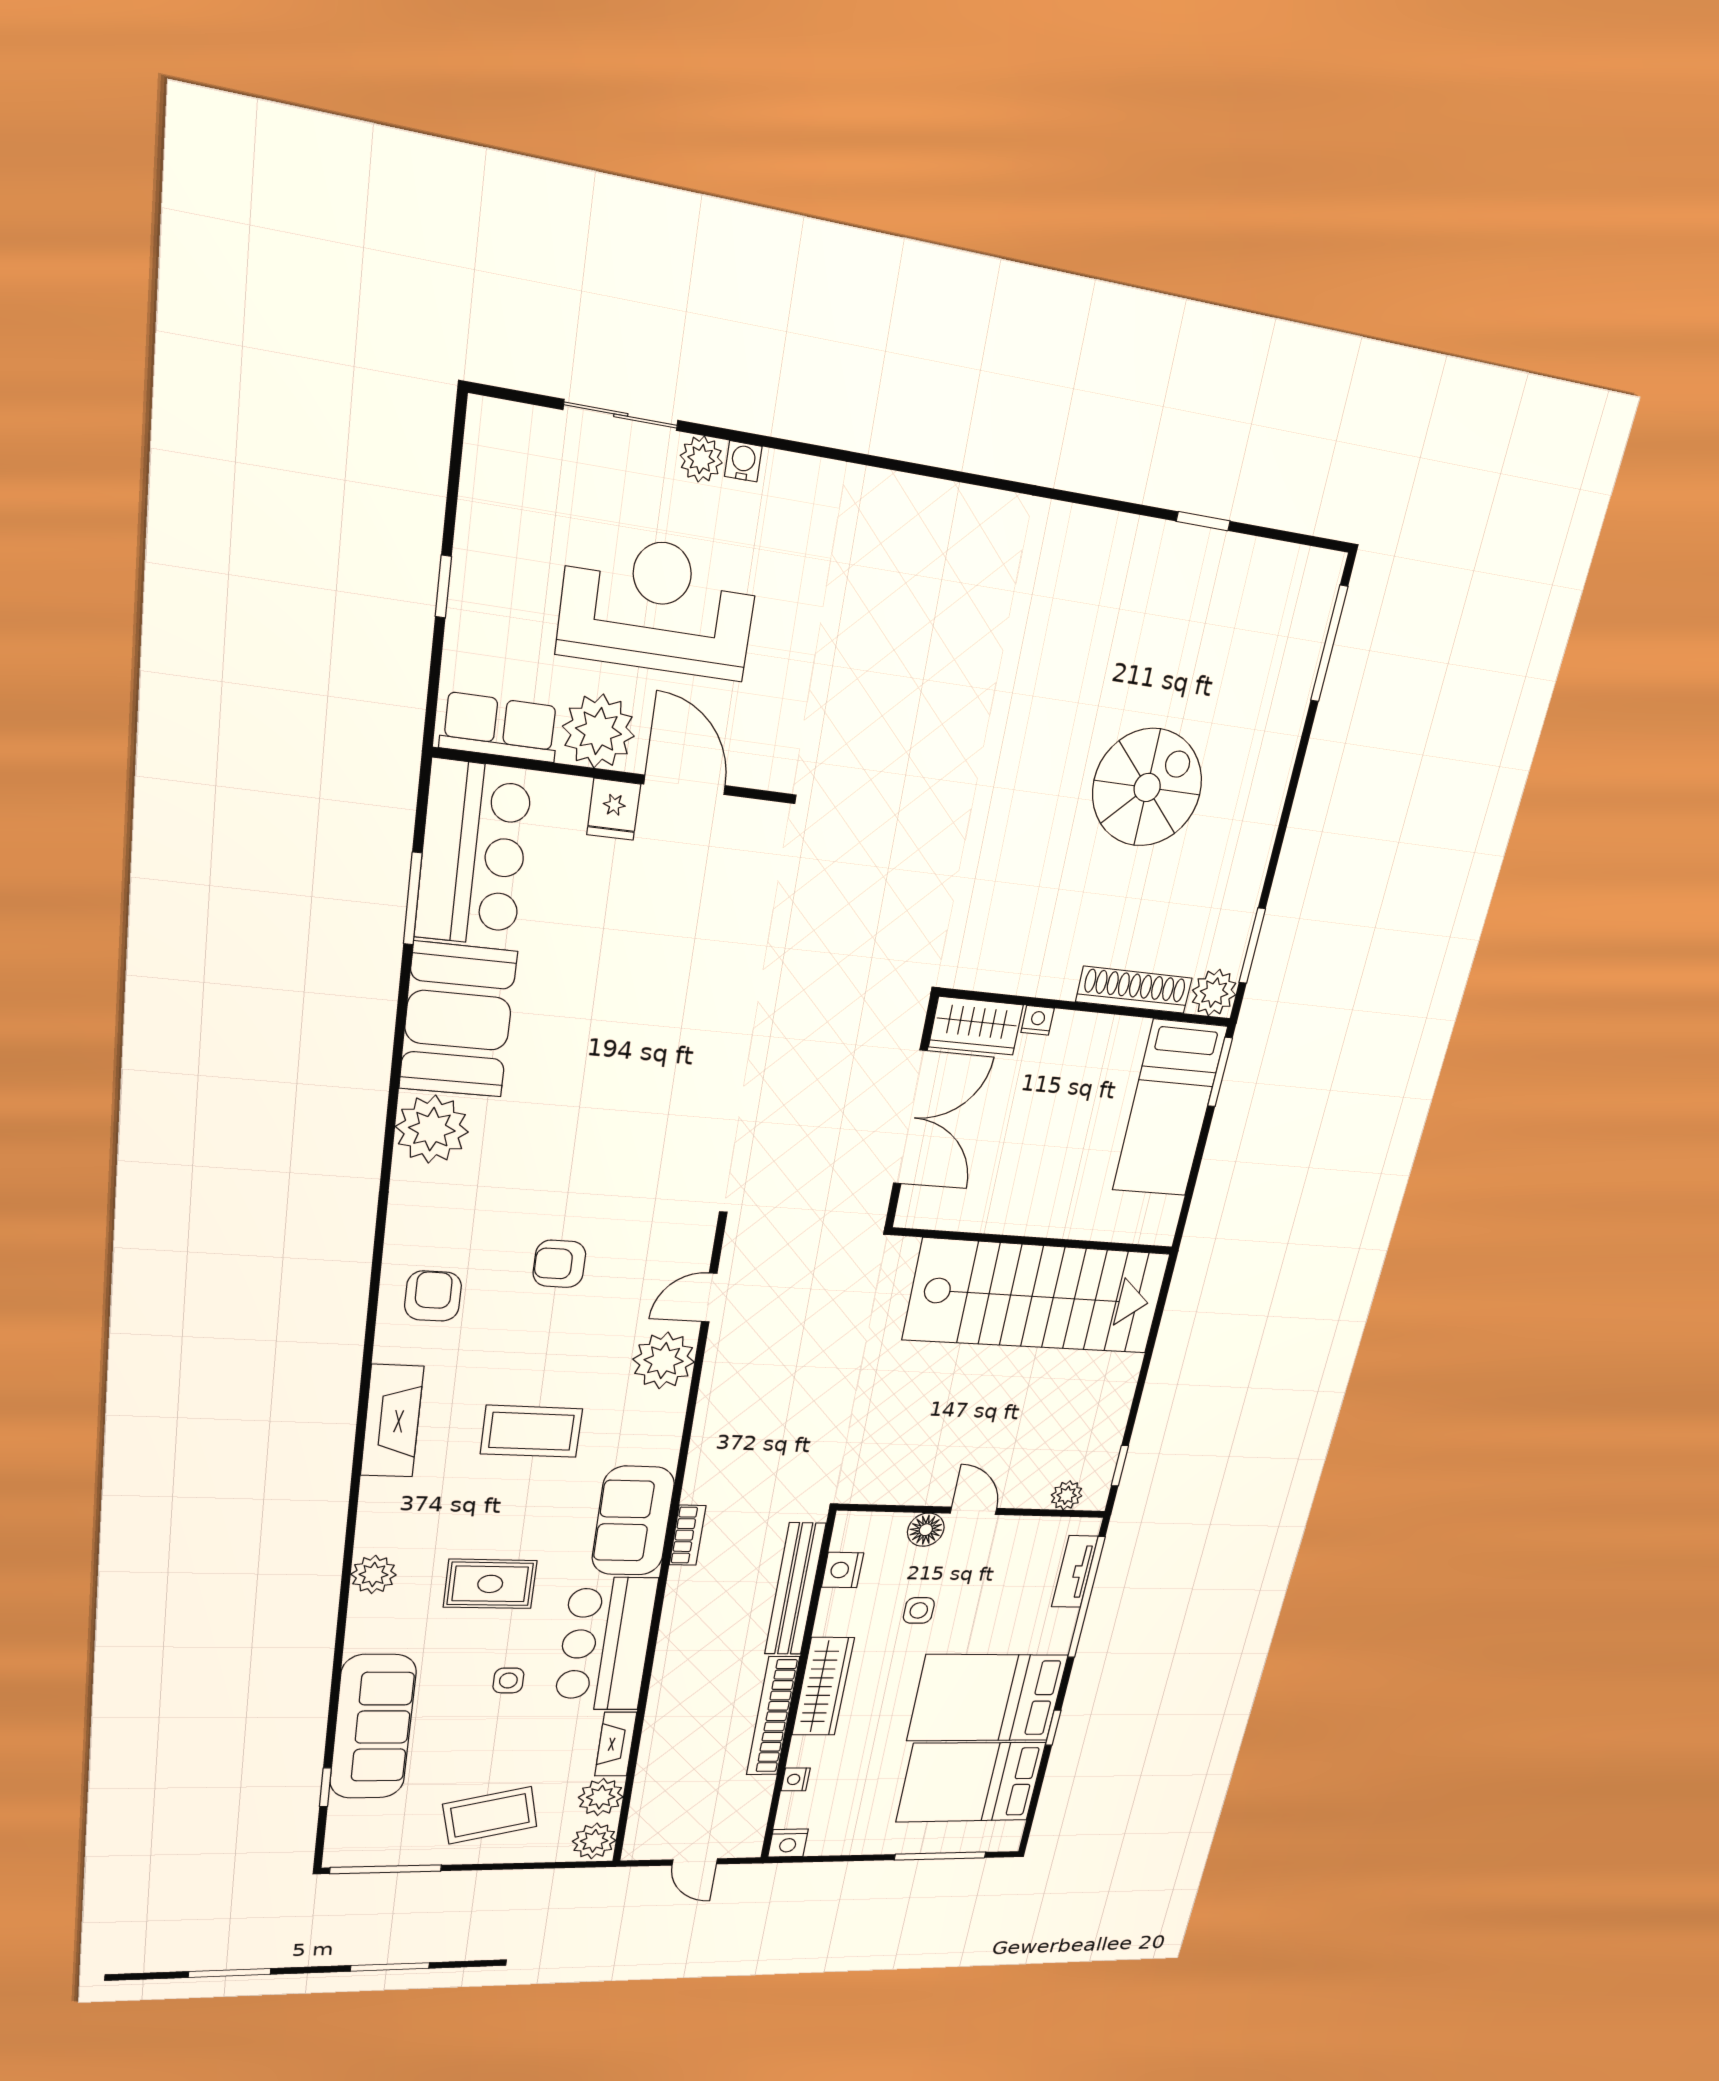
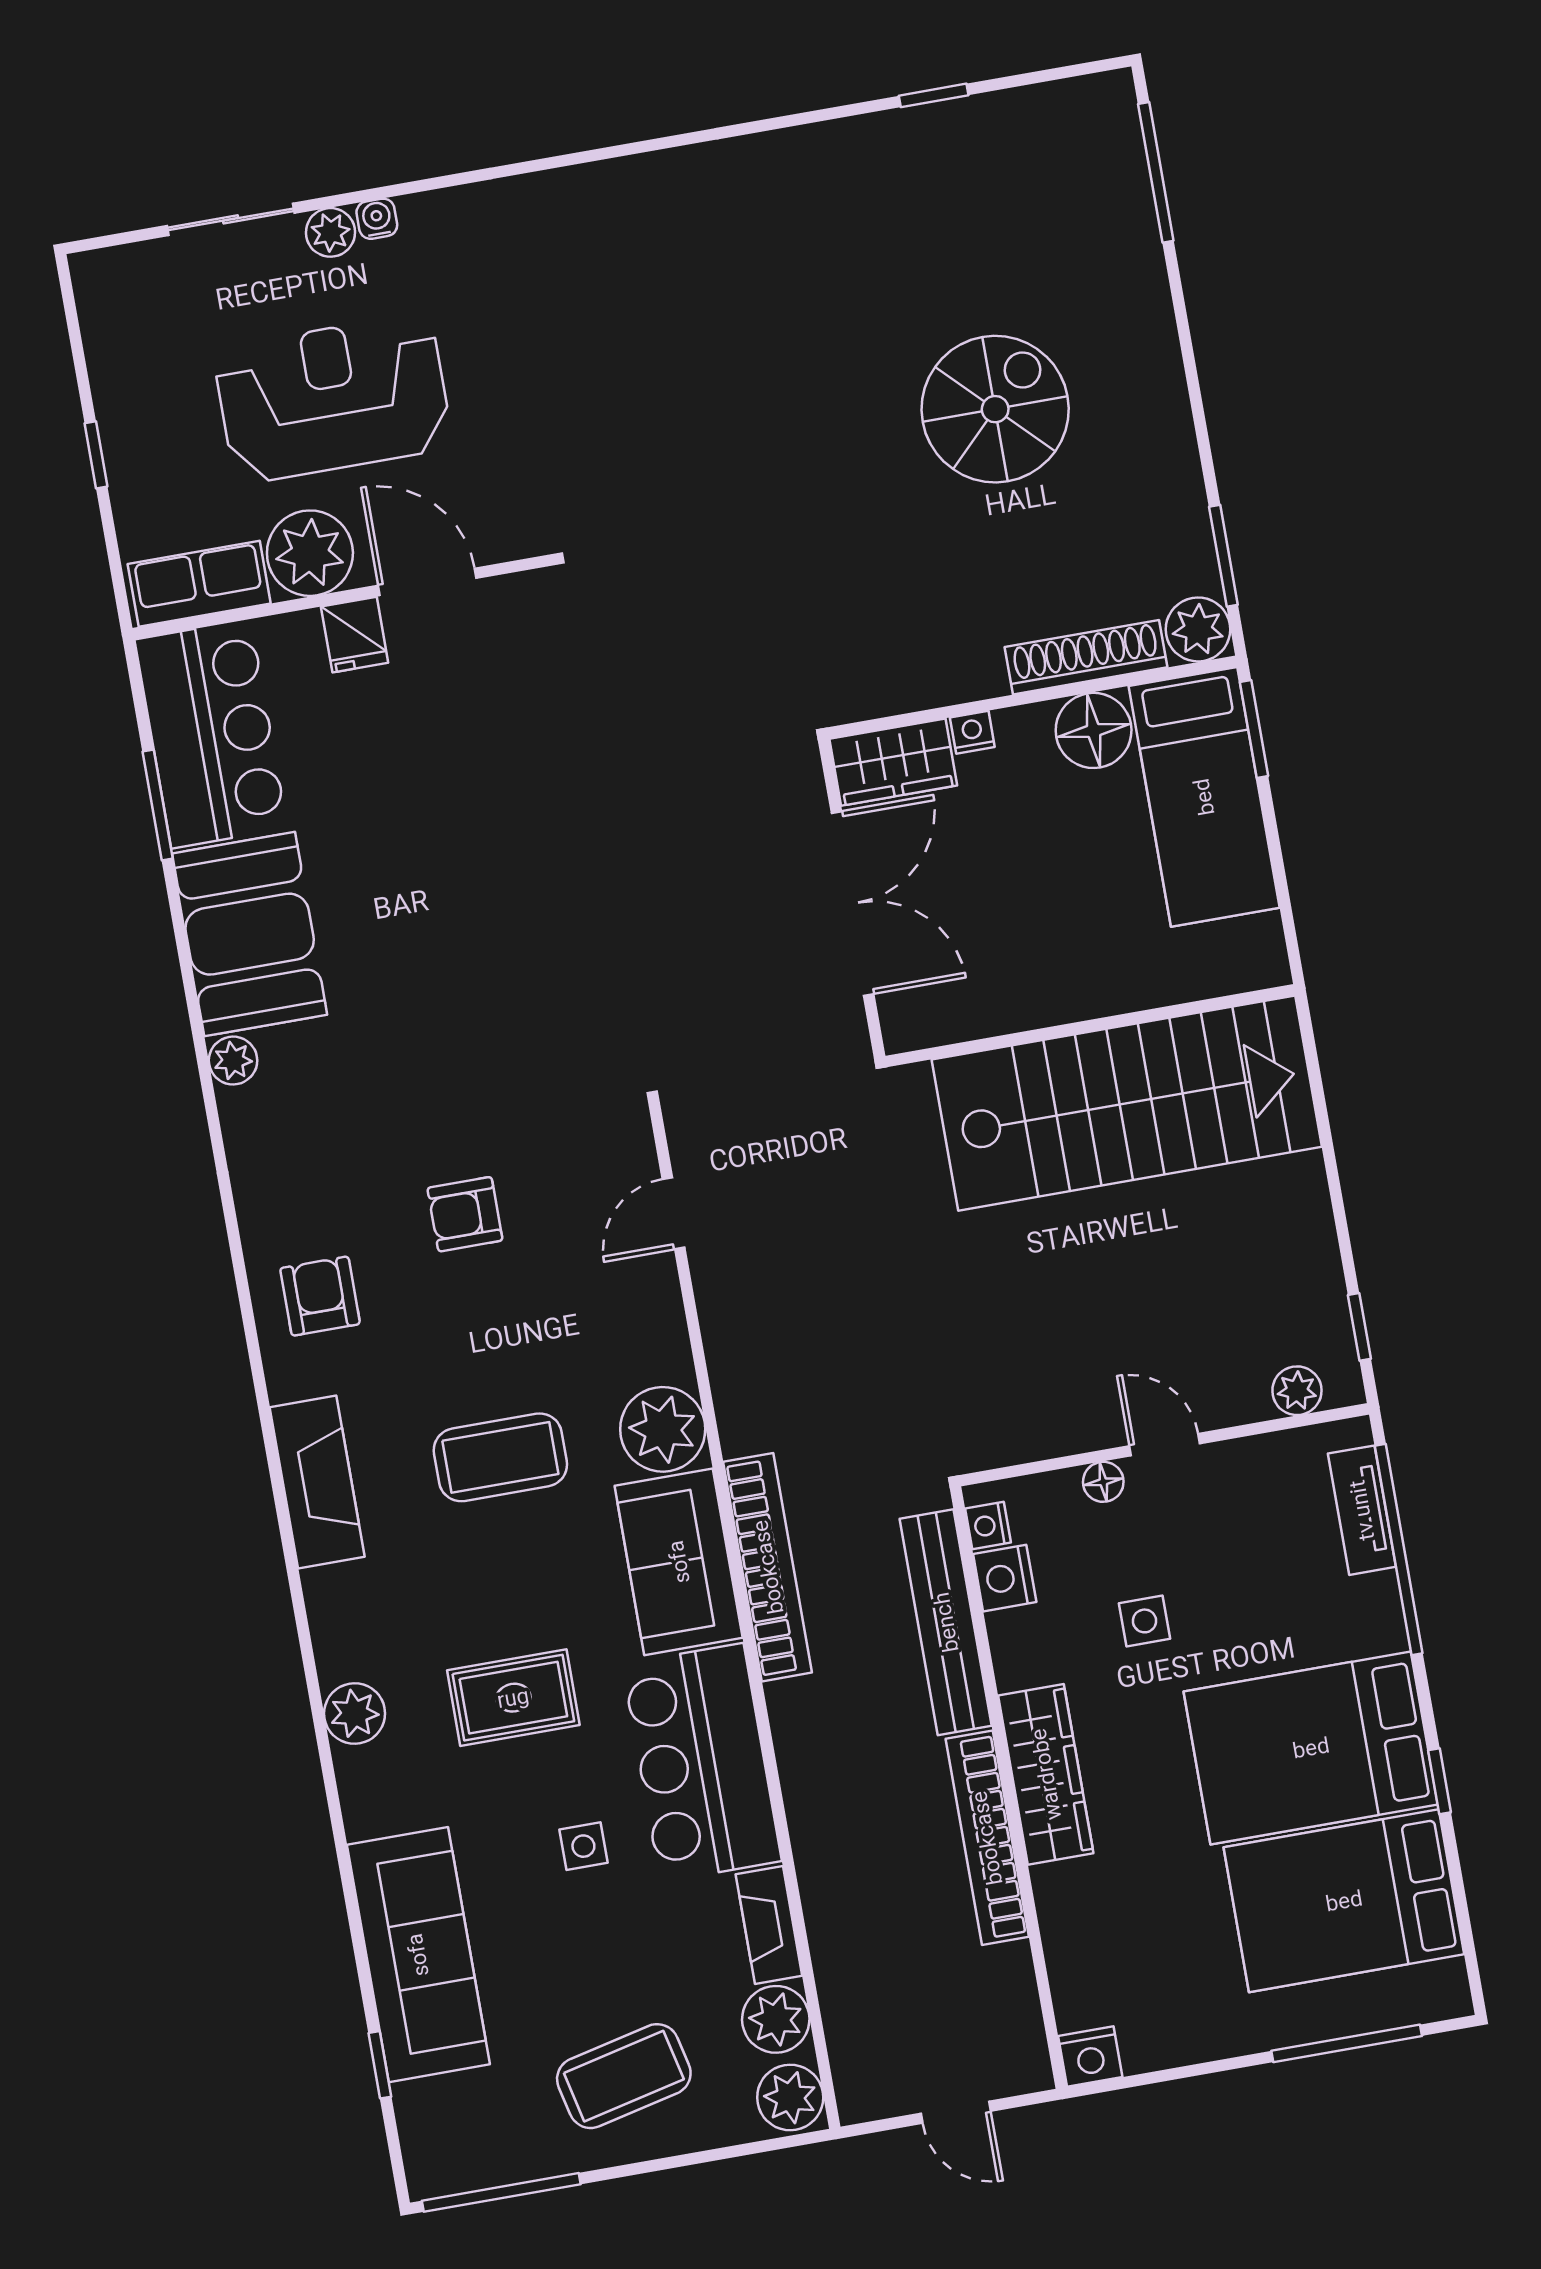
floor lamp: (1118, 1043) -> (1094, 730), added
plant: (432, 1129) -> (233, 1061), width x0.53, depth x0.53
plant: (664, 1361) -> (663, 1429), moved
floor lamp: (926, 1530) -> (1103, 1482), width x0.73, depth x0.73
bookcase: (688, 1535) -> (768, 1567), width x2.31, depth x1.31
nightstand: (796, 1779) -> (988, 1525), moved

